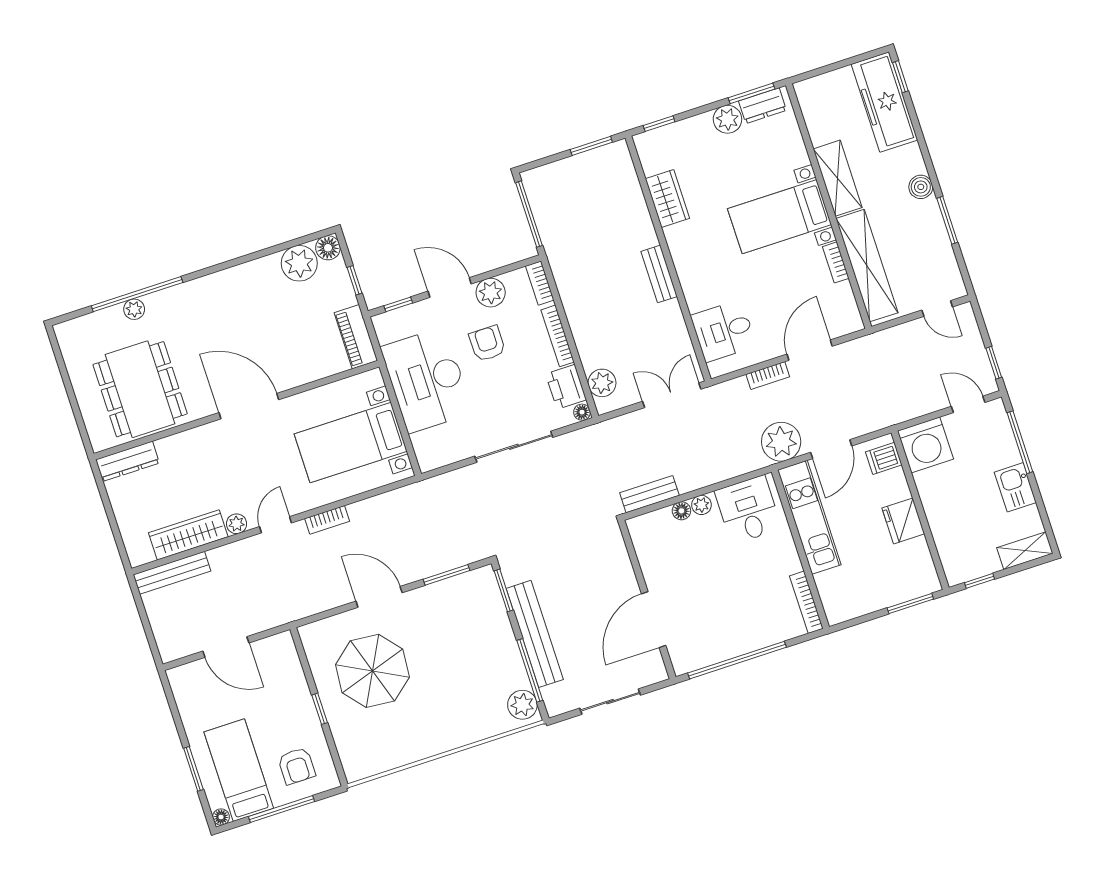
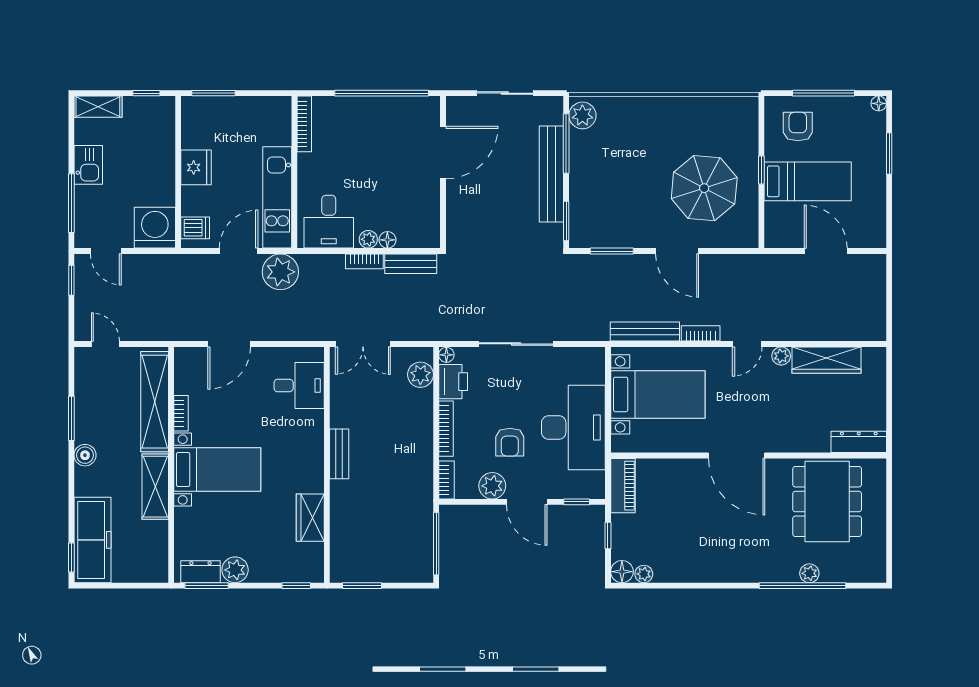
plant: (299, 263) -> (644, 574), width x0.53, depth x0.53
bookcase: (768, 376) -> (364, 261), moved, turned 180
bench: (172, 573) -> (645, 332), moved
bed: (239, 770) -> (808, 181), moved, turned -90

